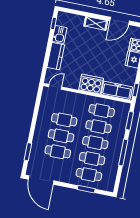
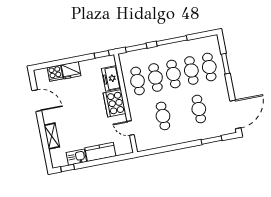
shelving: (96, 23) -> (52, 136), moved
door: (55, 87) -> (130, 128), moved
freezer: (117, 91) -> (111, 78), width x0.71
cafe table: (61, 136) -> (181, 112), removed

